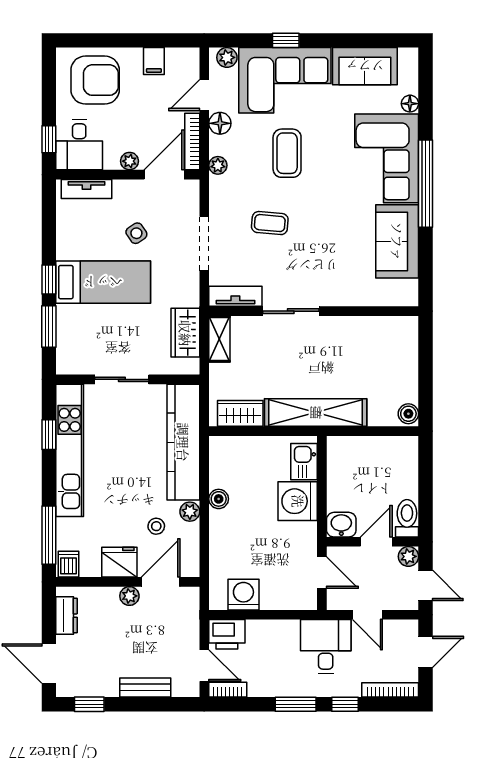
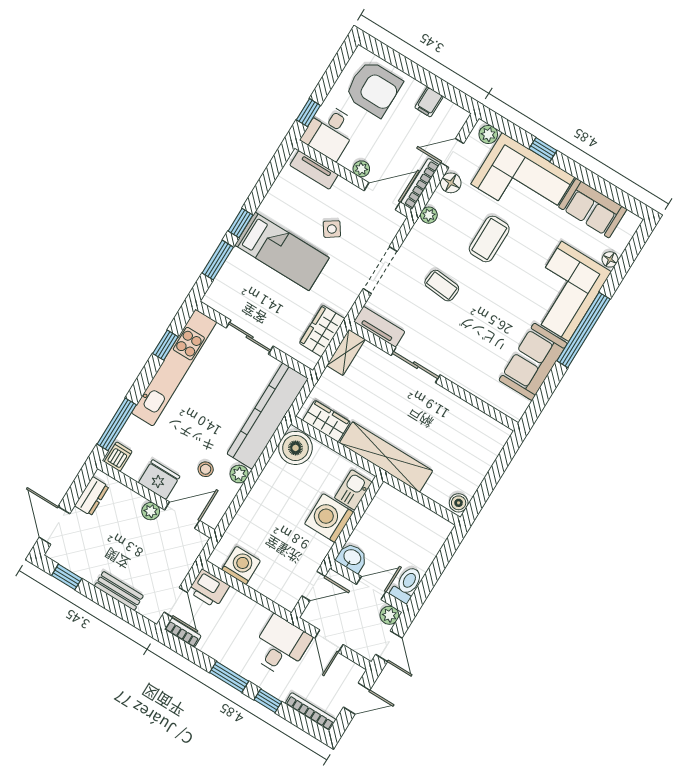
boiler: (219, 499) -> (295, 448), moved, width x1.86, depth x1.86
door: (322, 573) -> (314, 586), hinge flipped

